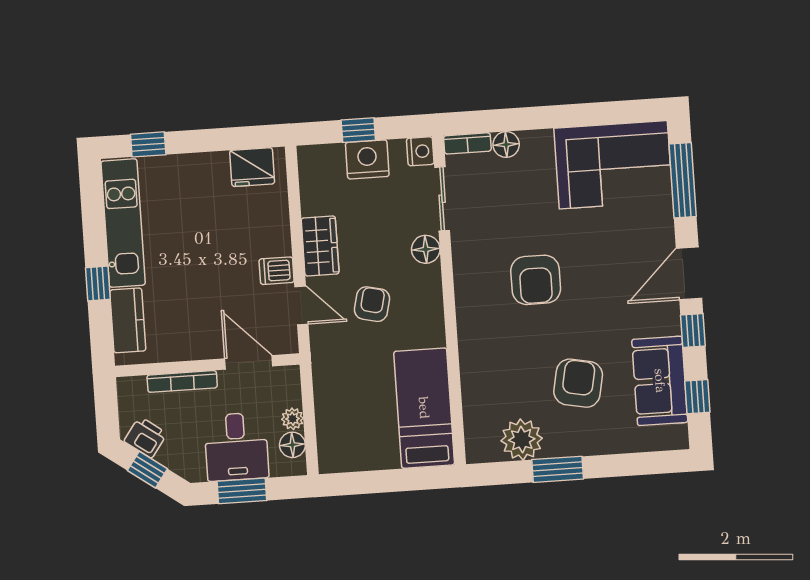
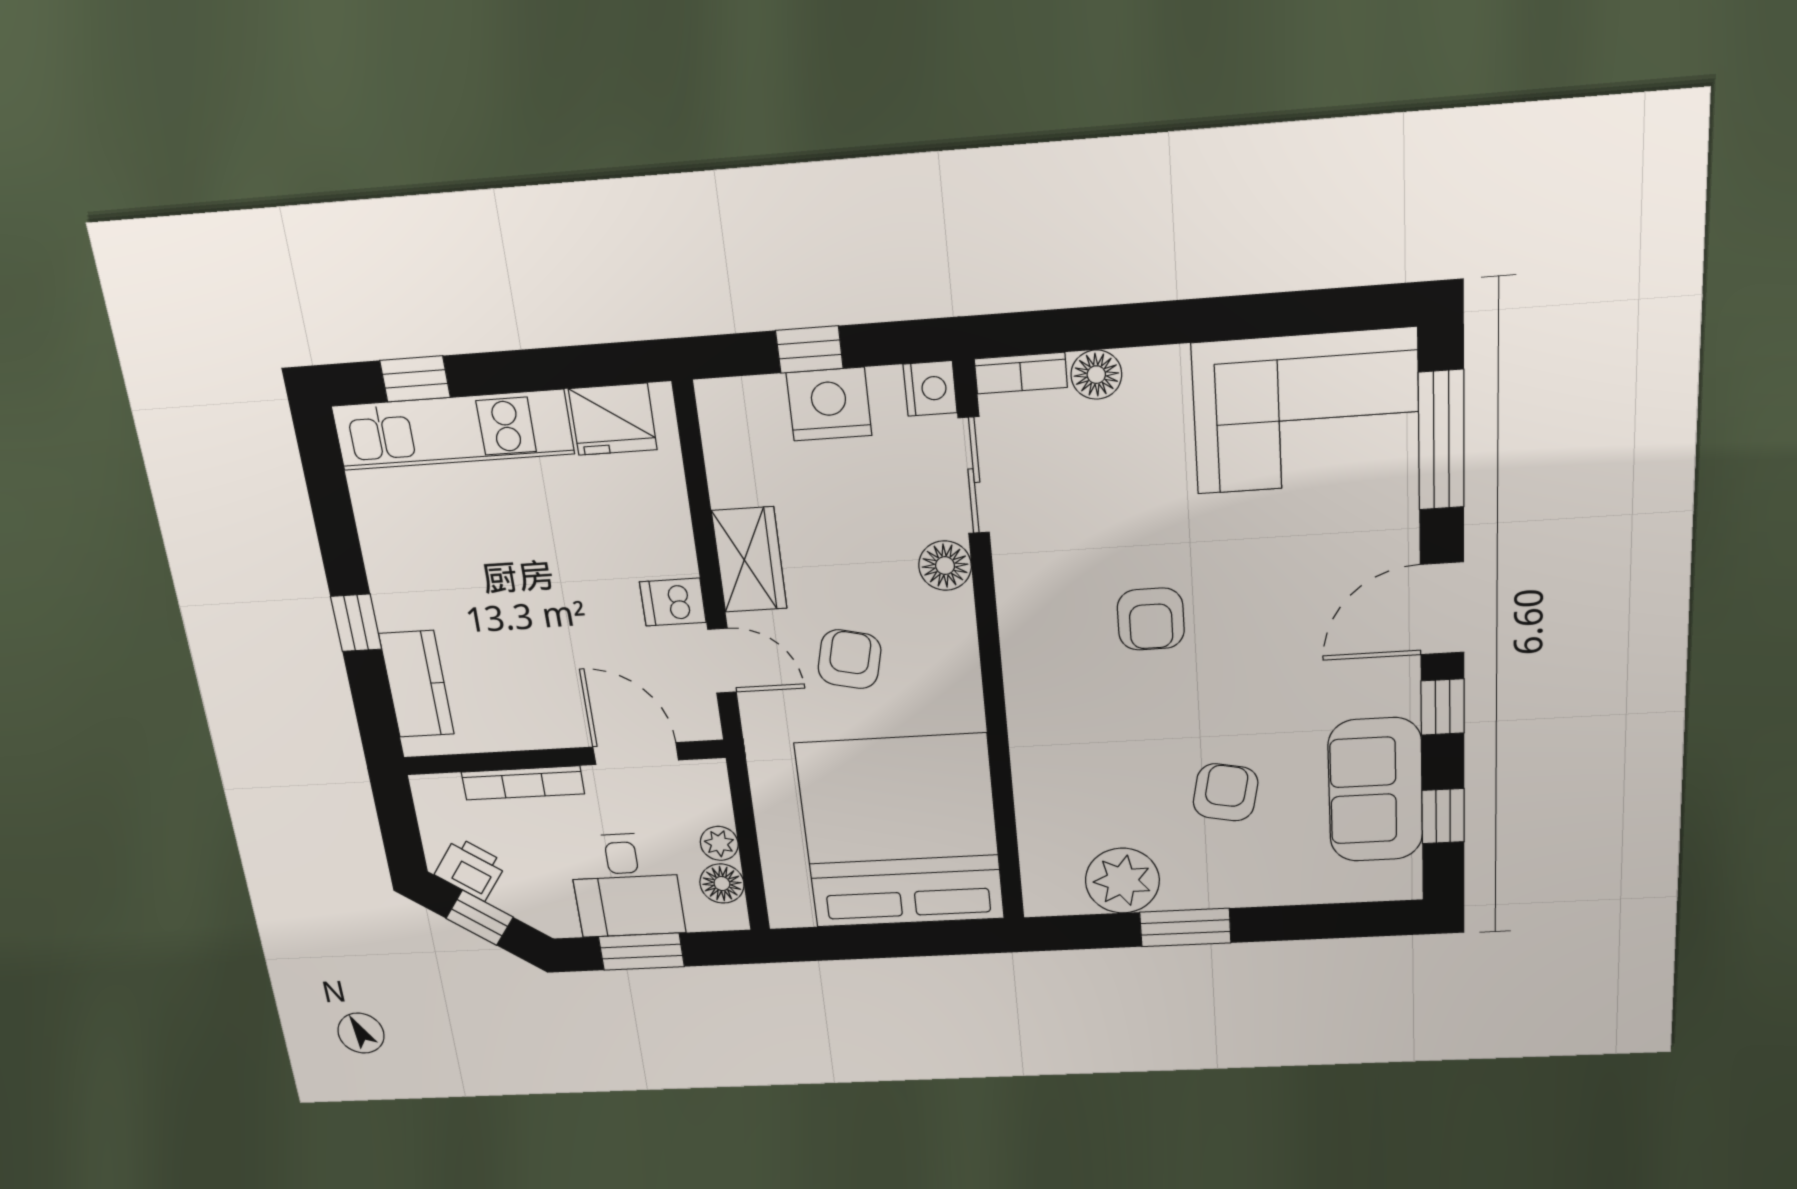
kitchen unit: (123, 223) -> (453, 430), moved, turned 90
armchair: (536, 280) -> (1151, 619), width x0.72, depth x0.72
armchair: (578, 383) -> (1226, 792), width x0.72, depth x0.72
bed: (424, 408) -> (900, 832), width x2.04

